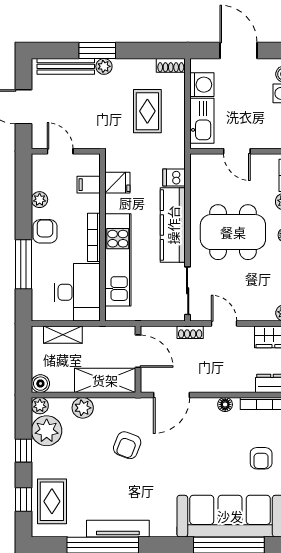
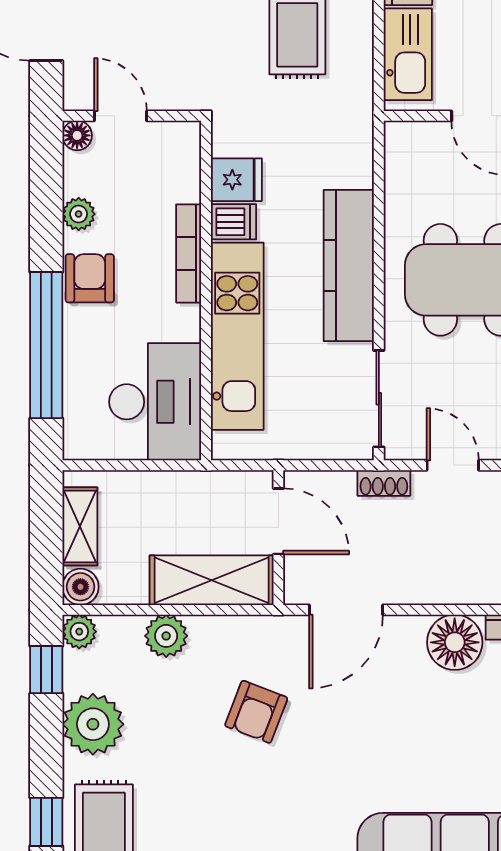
floor lamp: (39, 161) -> (77, 135), added
dishwasher: (174, 177) -> (234, 222), moved, turned 180
filing cabinet: (89, 185) -> (178, 184), removed
bookcase: (94, 237) -> (189, 253), moved
window: (24, 264) -> (46, 345), width x1.46
shelving: (63, 335) -> (80, 526), moved, turned 90
floor lamp: (225, 404) -> (455, 642), width x1.89, depth x1.89
plant: (47, 431) -> (93, 724), moved
window: (24, 451) -> (46, 670), moved

